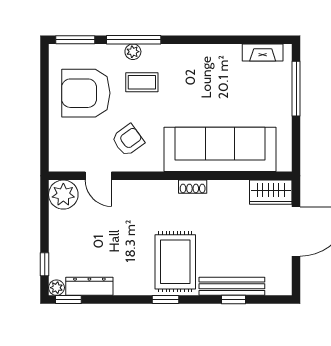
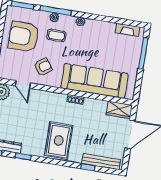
plant: (179, 52) -> (80, 22), added
bench: (232, 286) -> (101, 162), moved
window: (166, 300) -> (23, 157), moved

